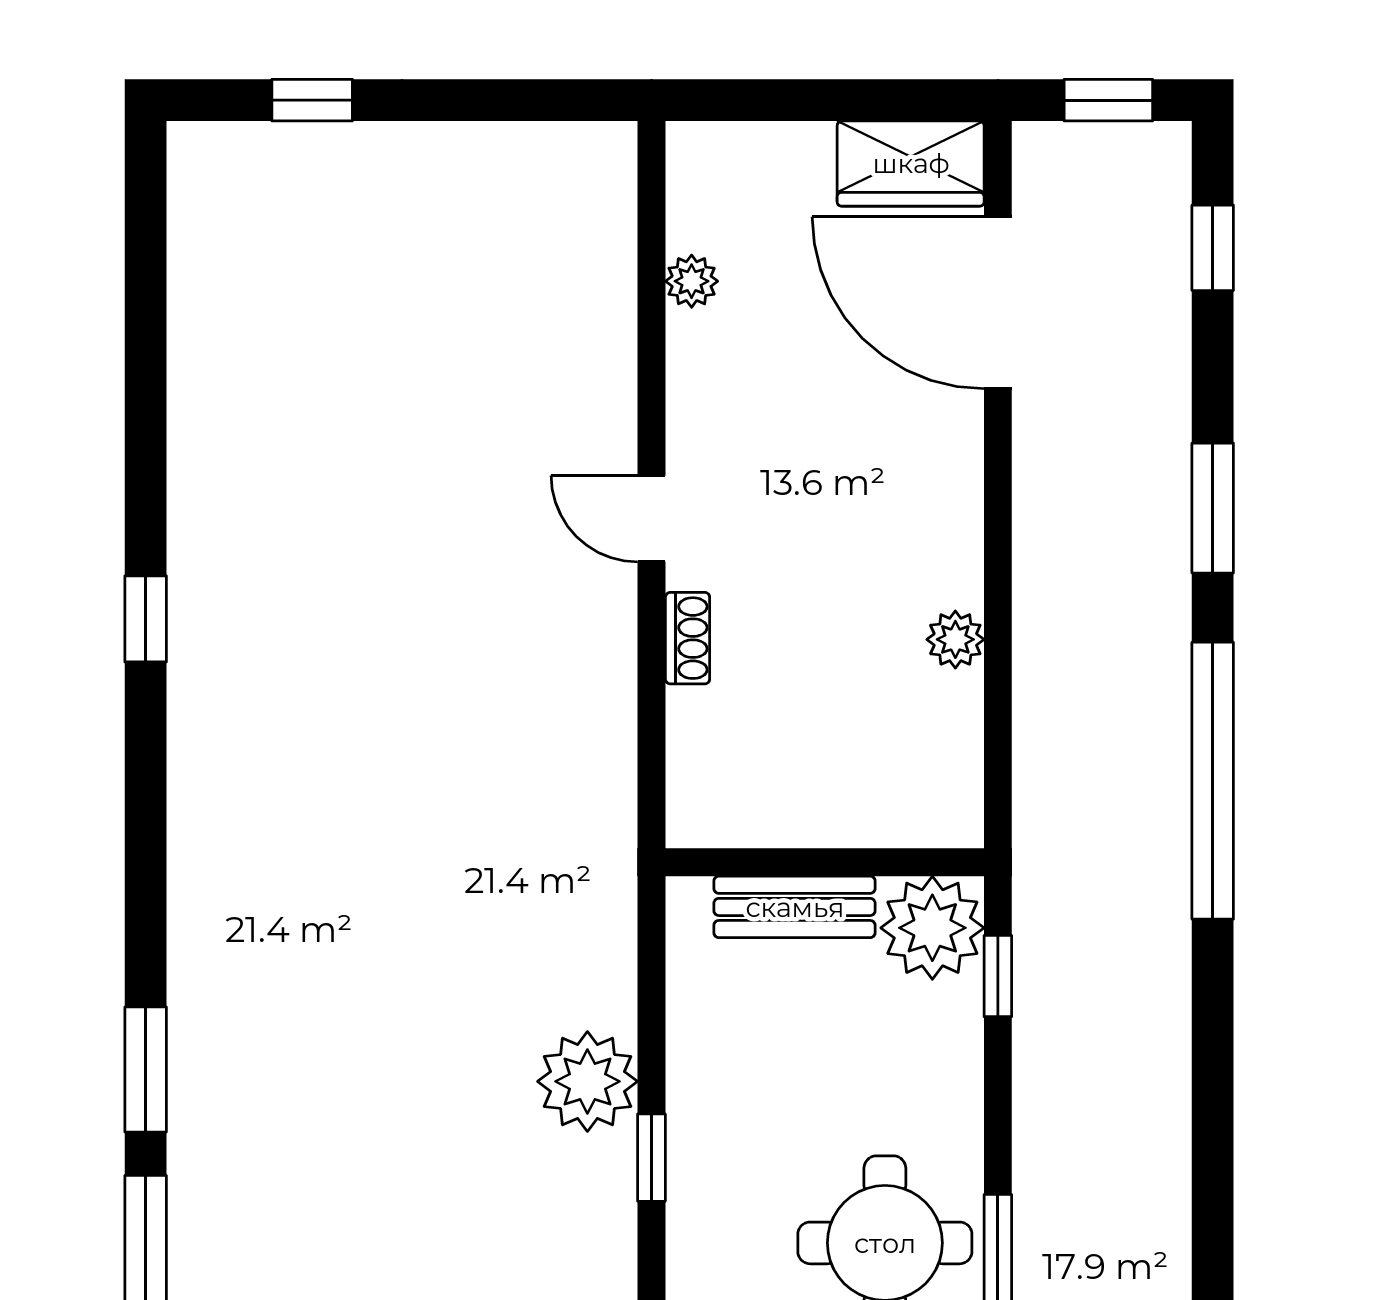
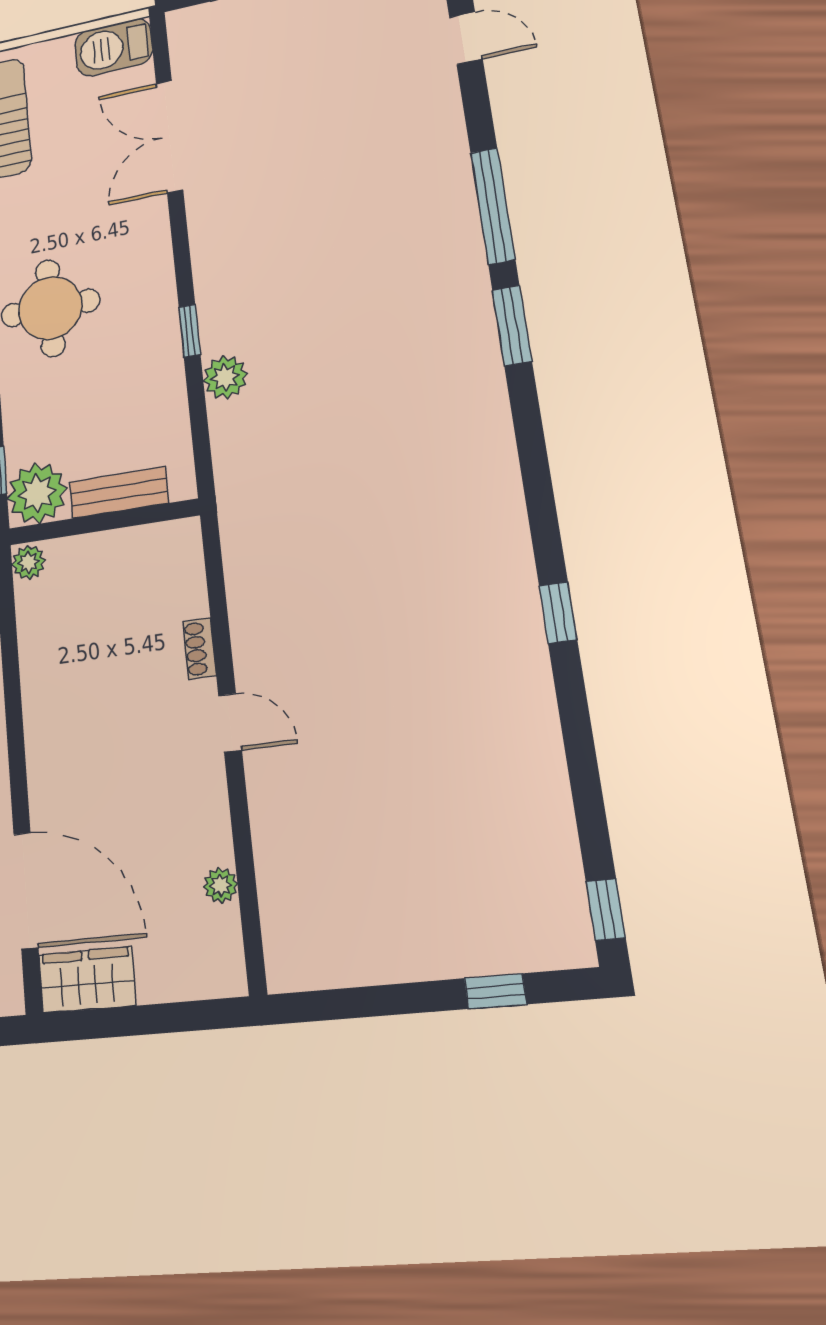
window: (146, 196) -> (606, 910), added
plant: (955, 639) -> (29, 562), moved
plant: (587, 1081) -> (225, 377), width x0.73, depth x0.73

